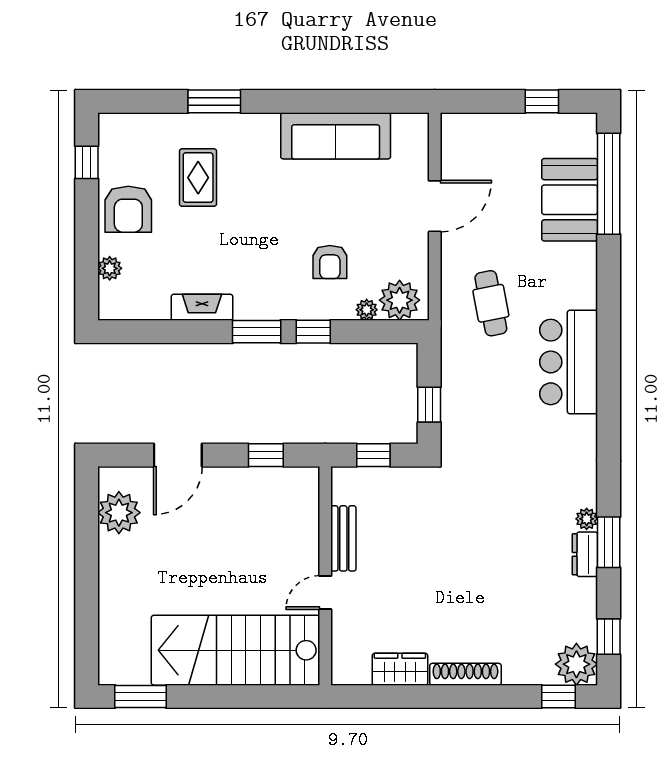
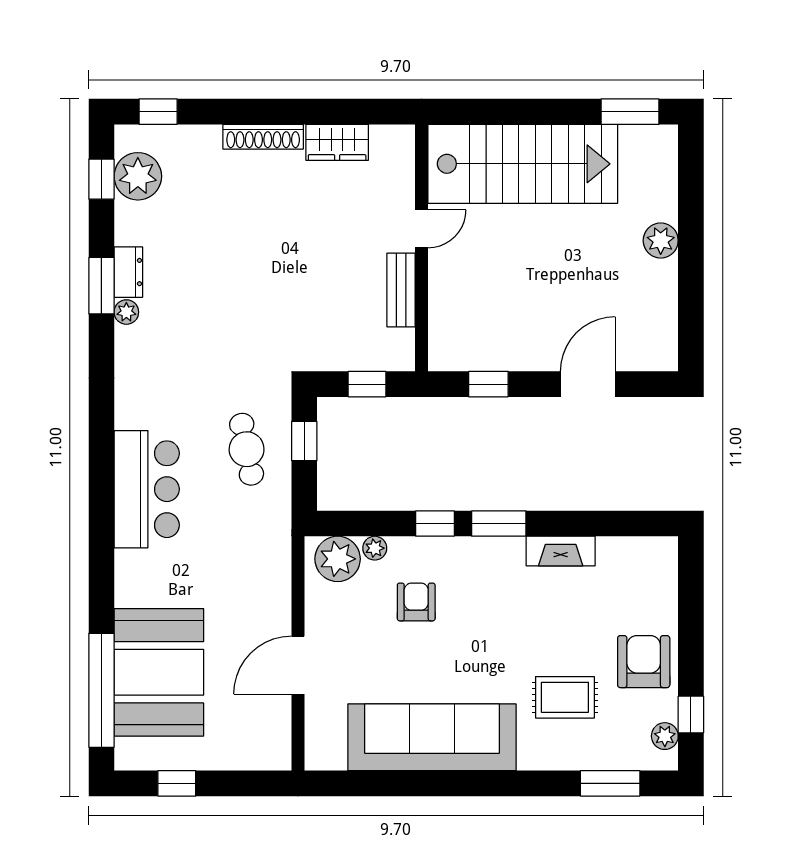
window: (214, 101) -> (610, 783), moved
sofa: (336, 136) -> (432, 737), width x1.36, depth x1.27
rug: (198, 178) -> (565, 697), turned 90
booth: (570, 200) -> (159, 672), width x1.36, depth x1.42
plant: (110, 268) -> (665, 736), moved
cafe table: (491, 303) -> (247, 449), moved
plant: (119, 513) -> (661, 240), moved, width x0.73, depth x0.73
plant: (576, 664) -> (138, 176), moved

